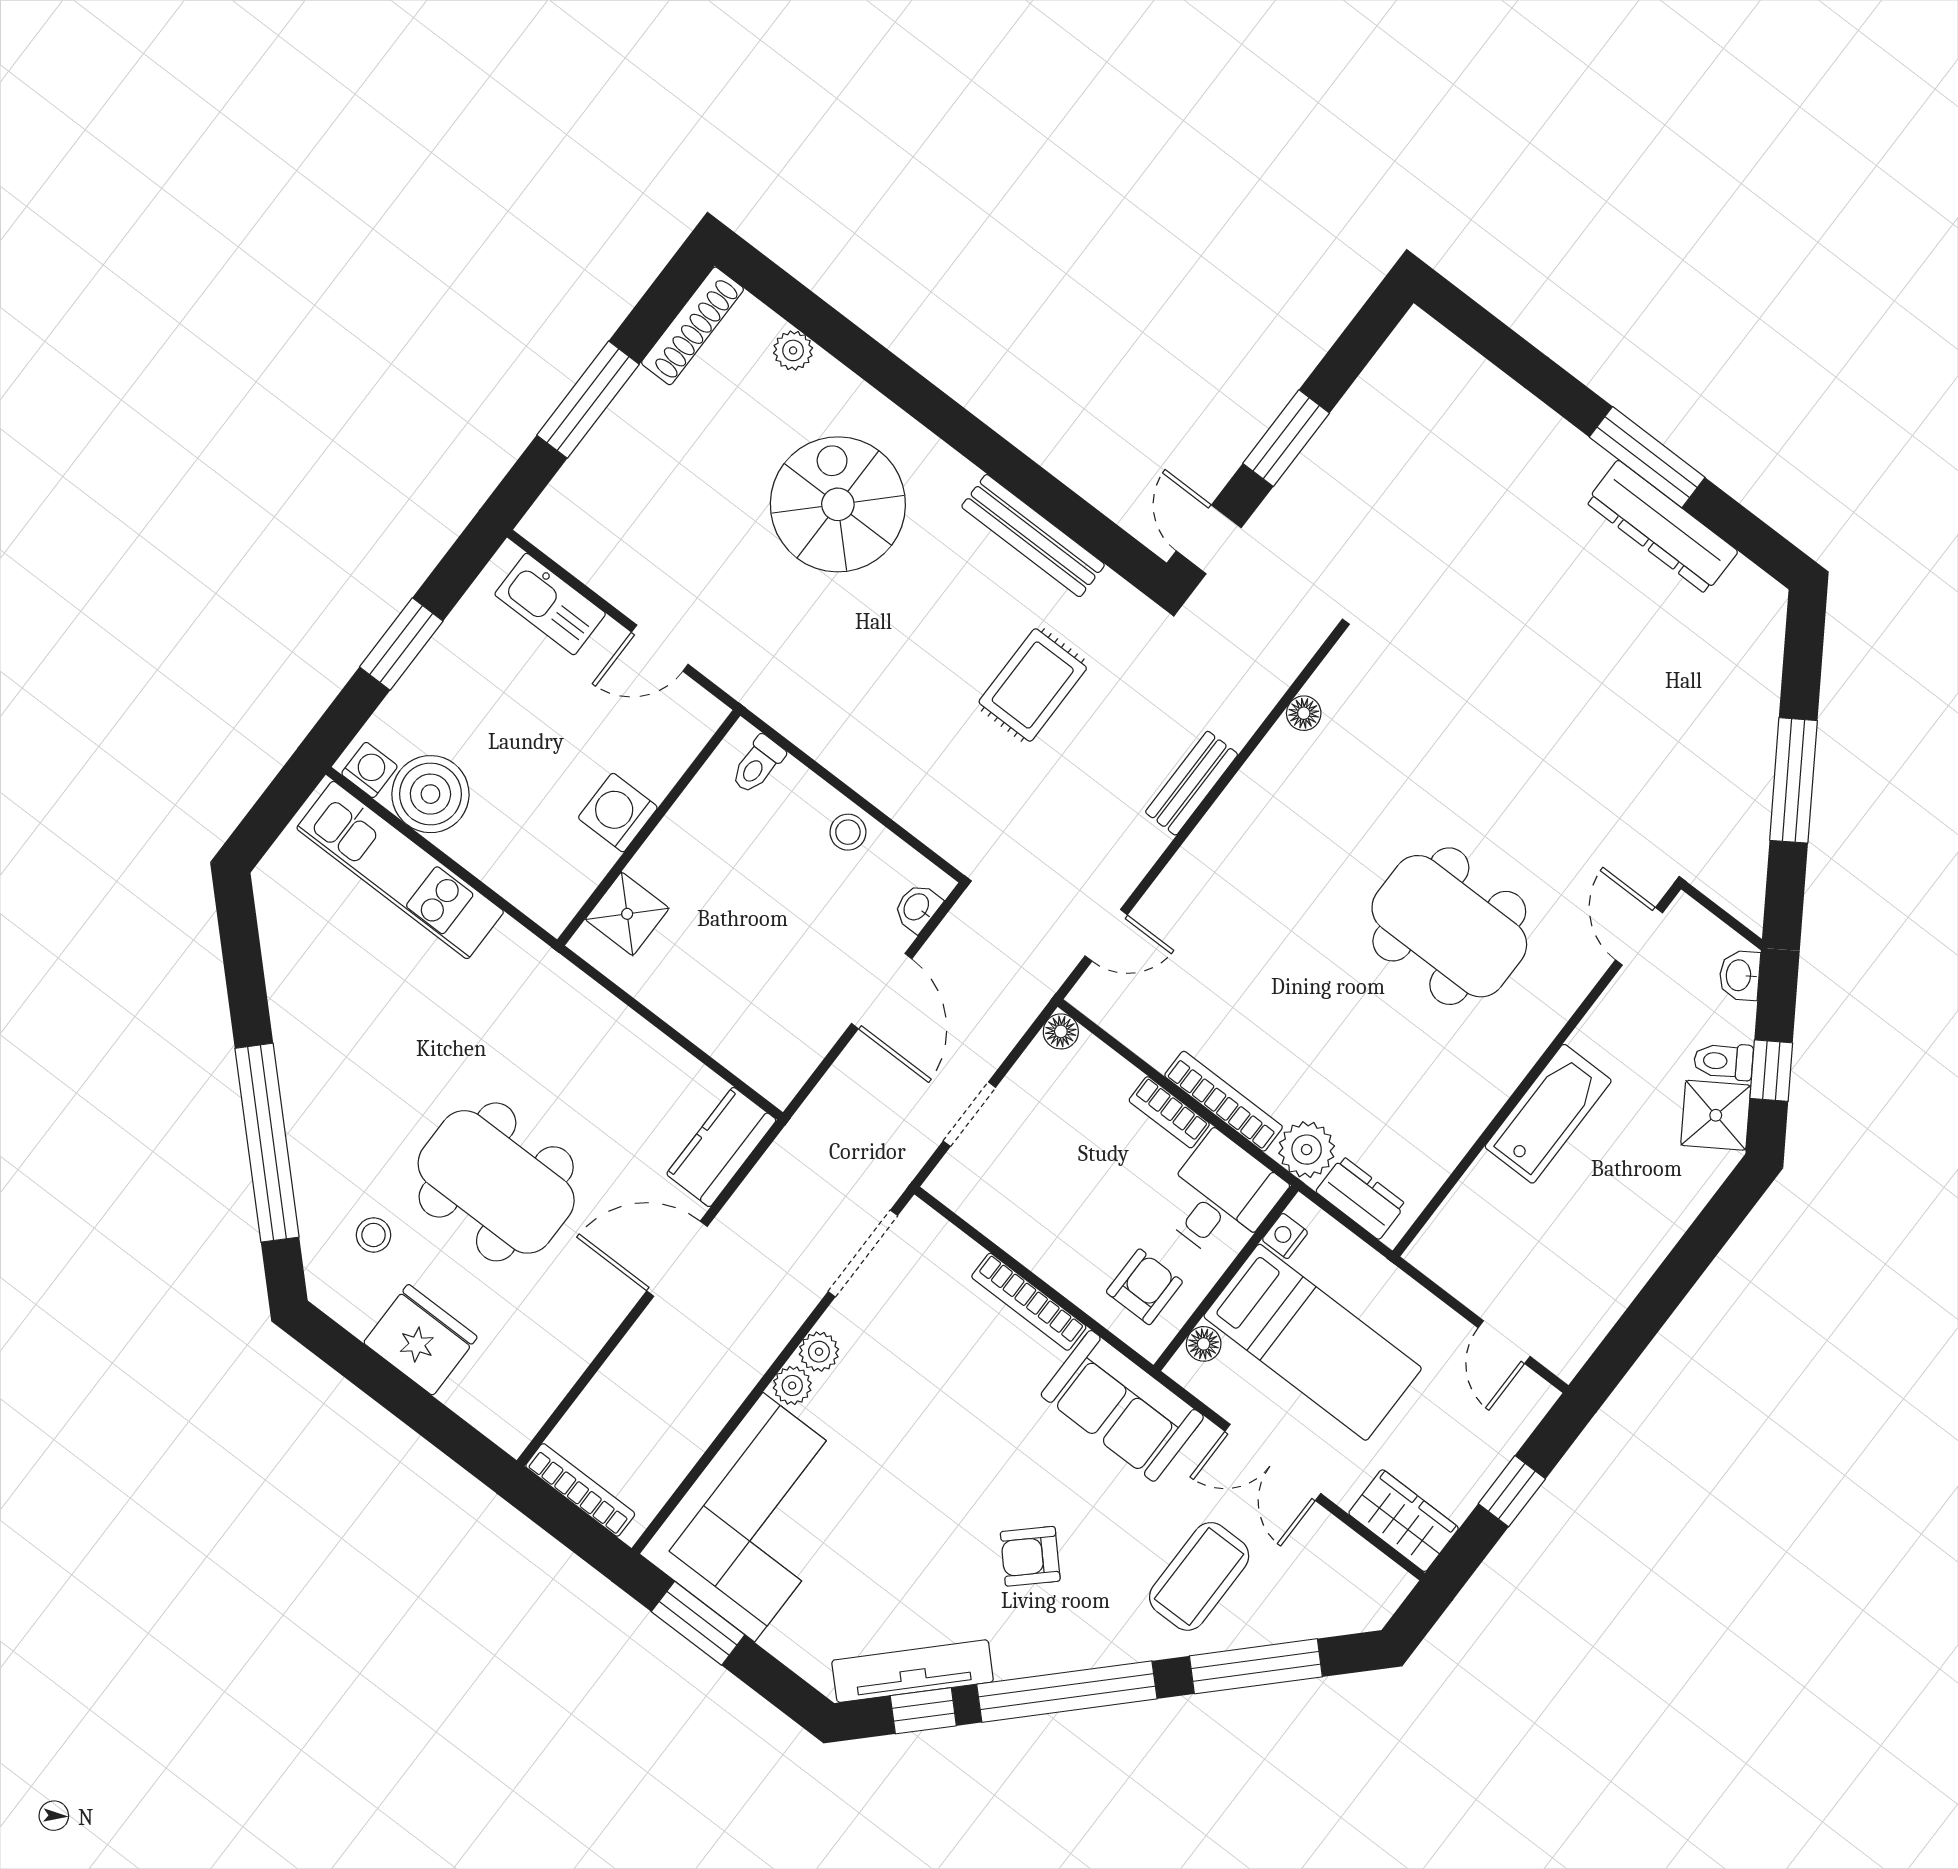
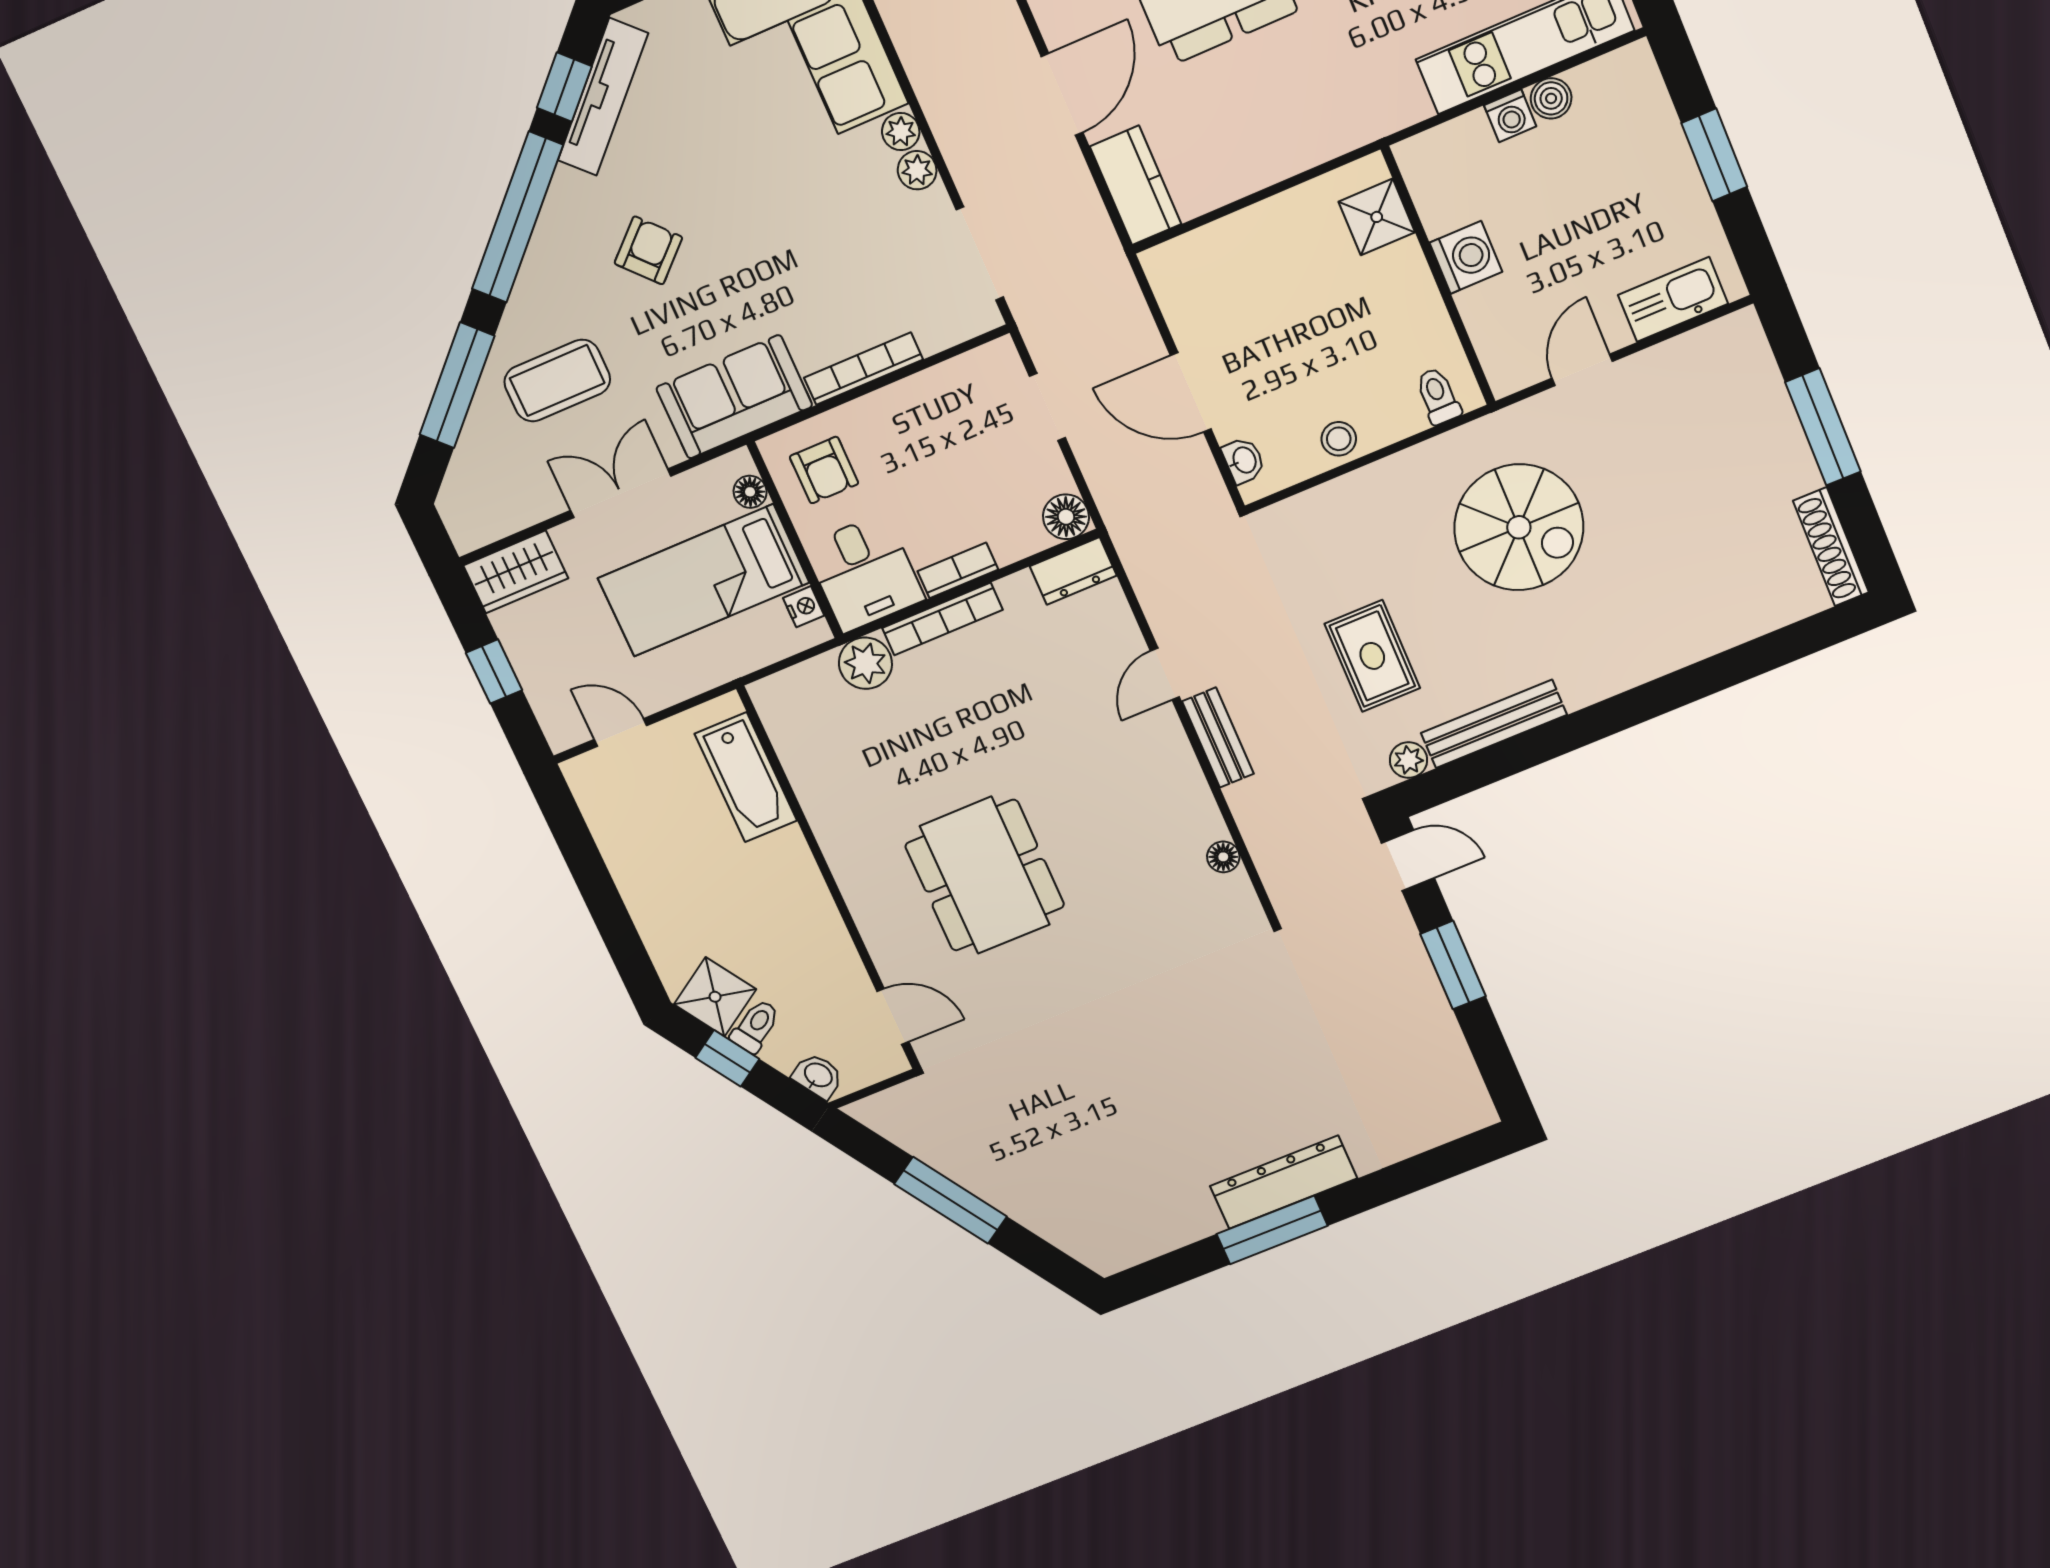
plant: (793, 350) -> (1408, 760), moved
spiral stairs: (838, 504) -> (1519, 527), moved
dresser: (1662, 527) -> (1284, 1182), moved
washing machine: (369, 770) -> (1510, 116), moved
boiler: (430, 794) -> (1551, 98), width x0.54, depth x0.54
dining table: (1449, 926) -> (985, 875), turned 90
door: (1106, 935) -> (1165, 674), moved
floor lamp: (1061, 1031) -> (1066, 517), width x1.37, depth x1.37
bathtub: (1548, 1114) -> (746, 777), moved
dresser: (1361, 1198) -> (1073, 571), moved
coffee table: (1199, 1576) -> (557, 381), turned 90

